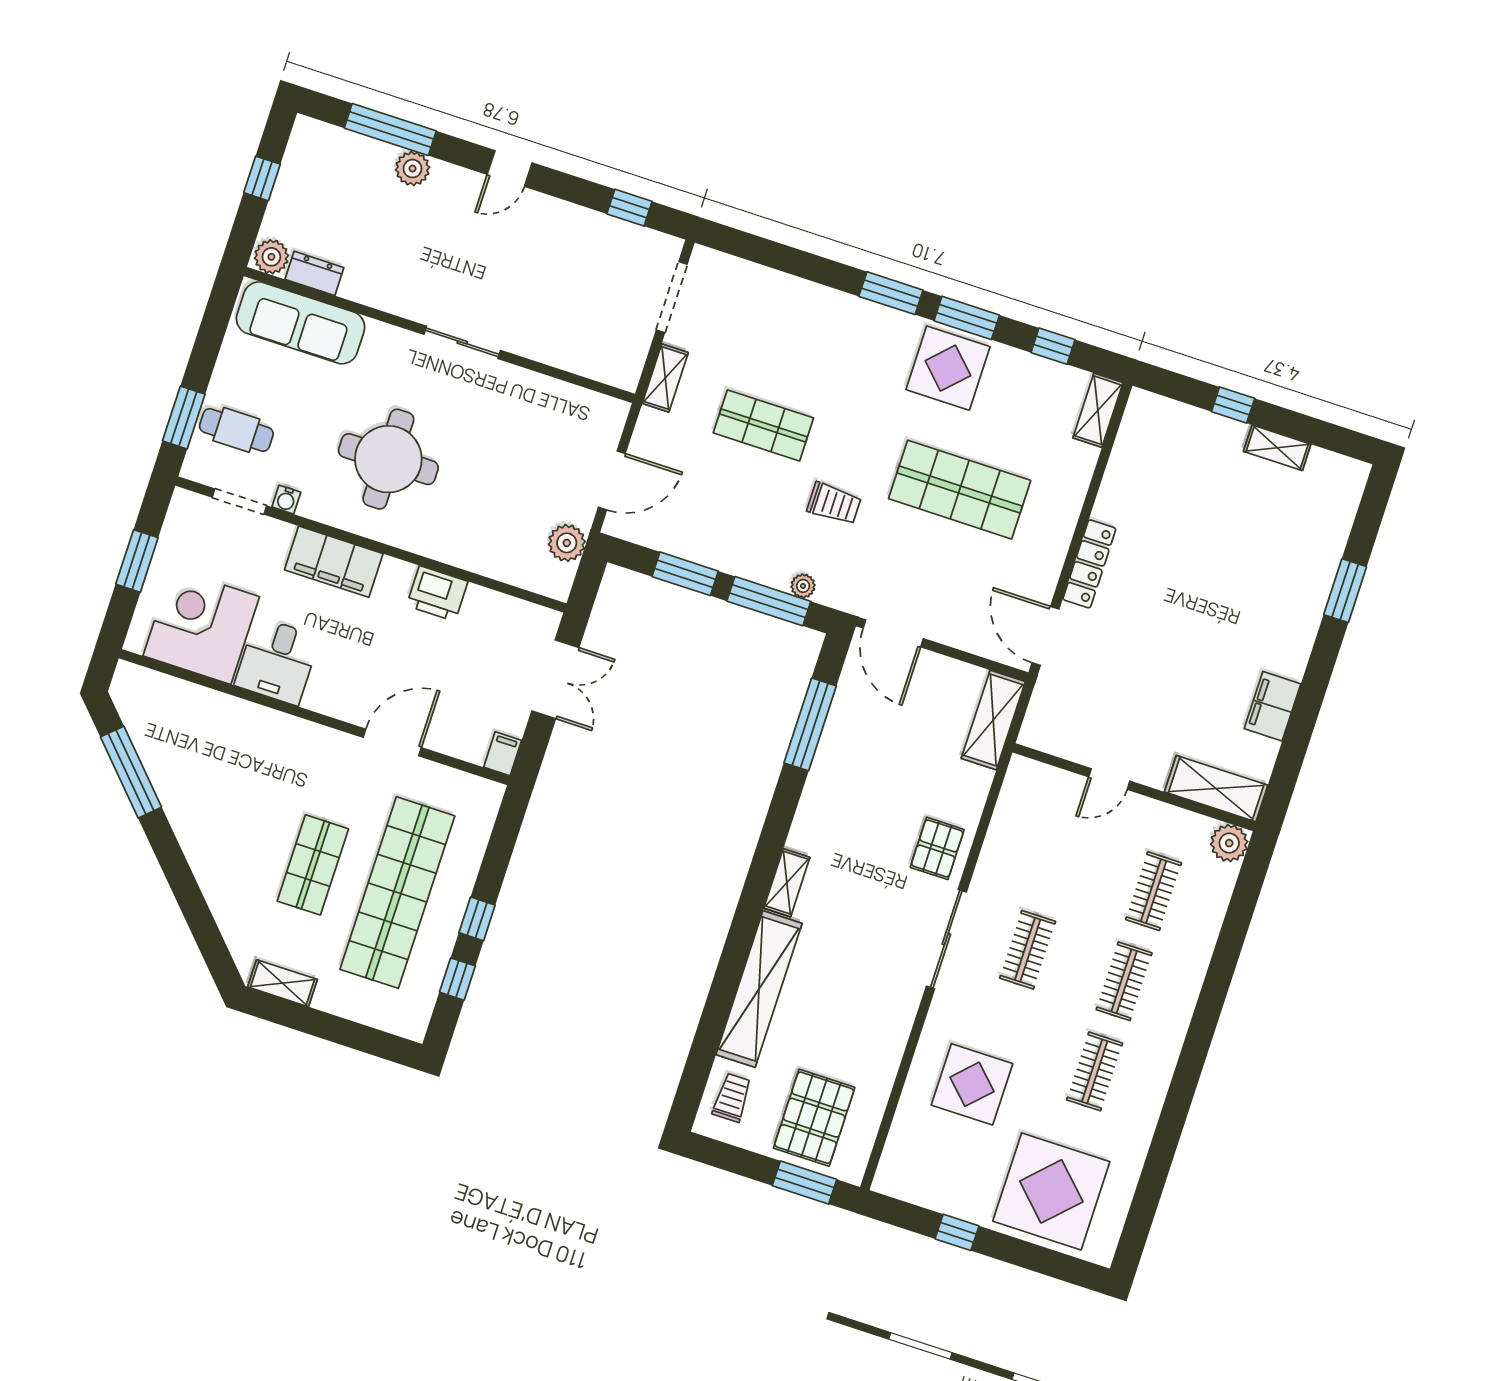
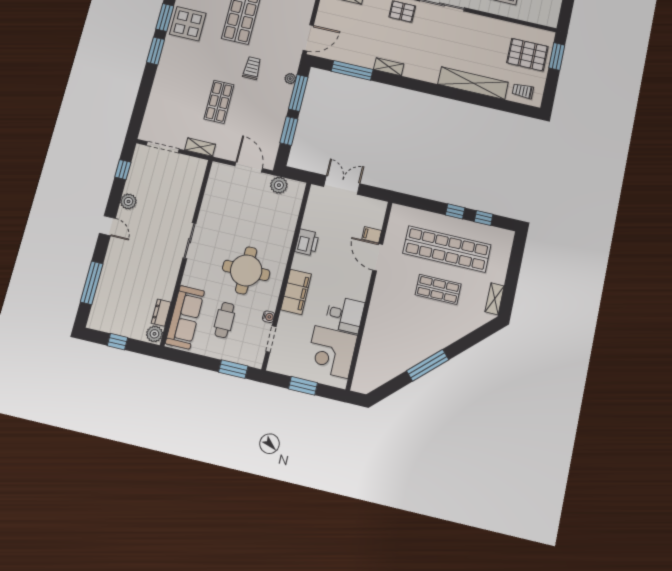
plant: (412, 169) -> (128, 201), moved
cafe table: (236, 430) -> (224, 320), moved
filing cabinet: (503, 754) -> (372, 235), moved
window: (131, 772) -> (428, 365), moved
shelving: (787, 883) -> (389, 67), moved

